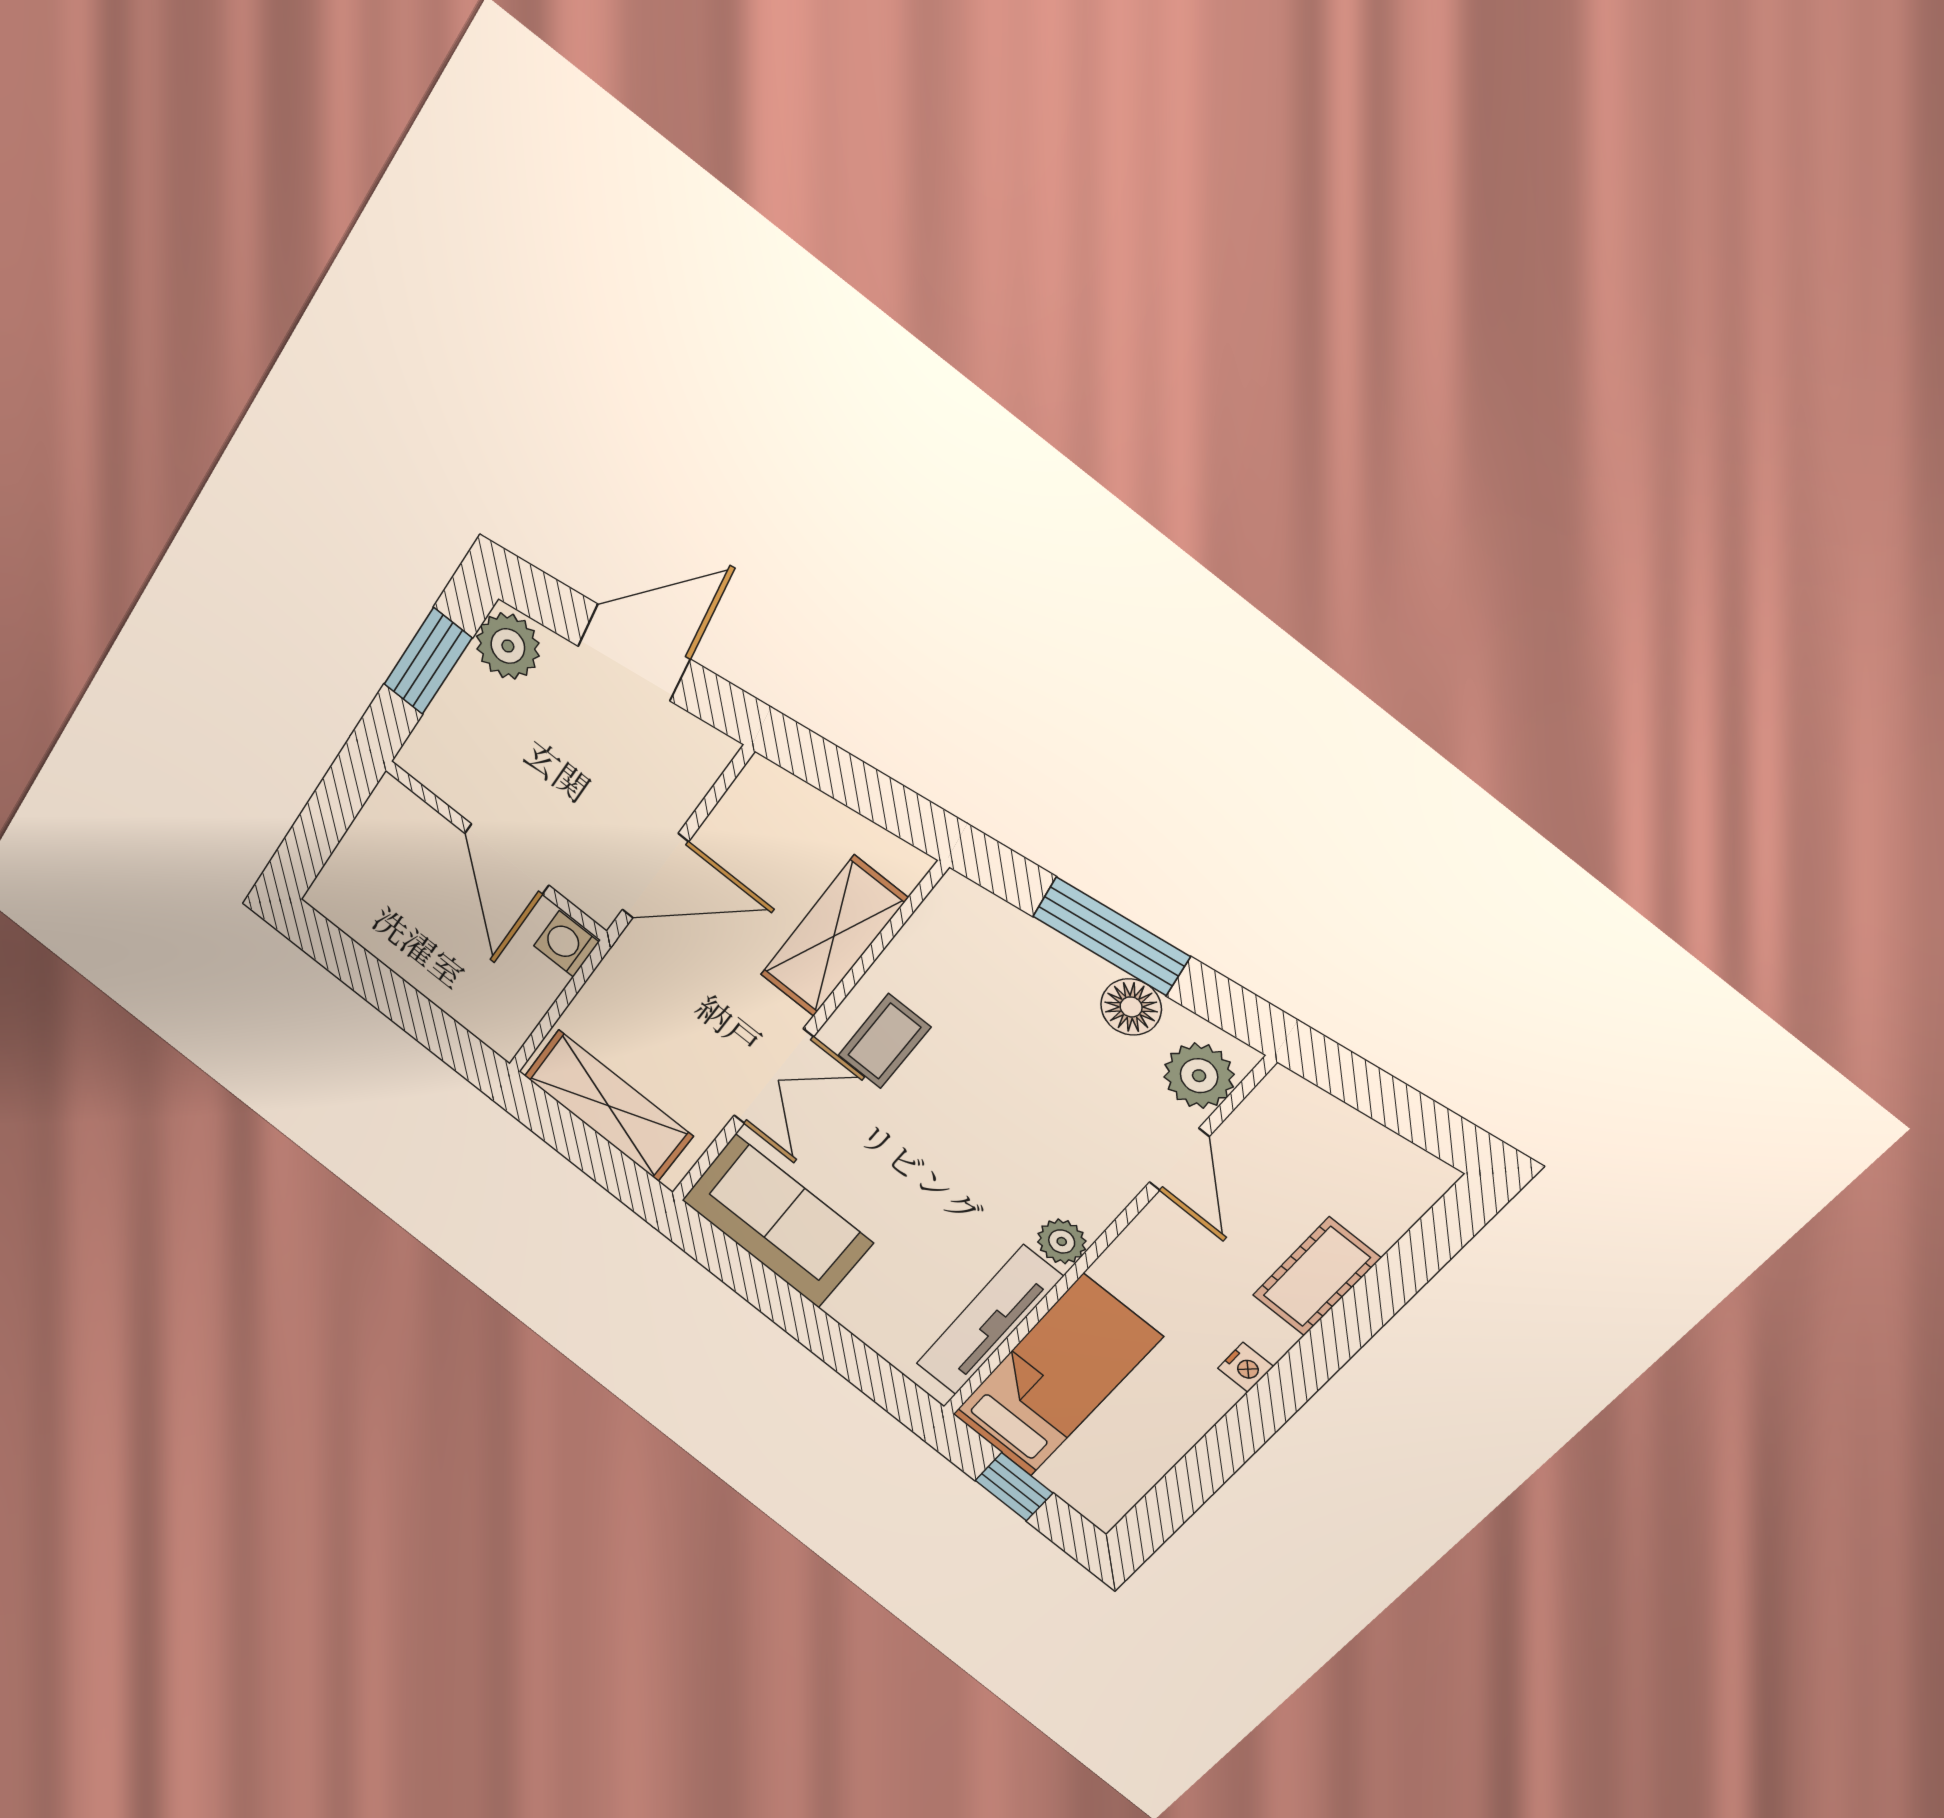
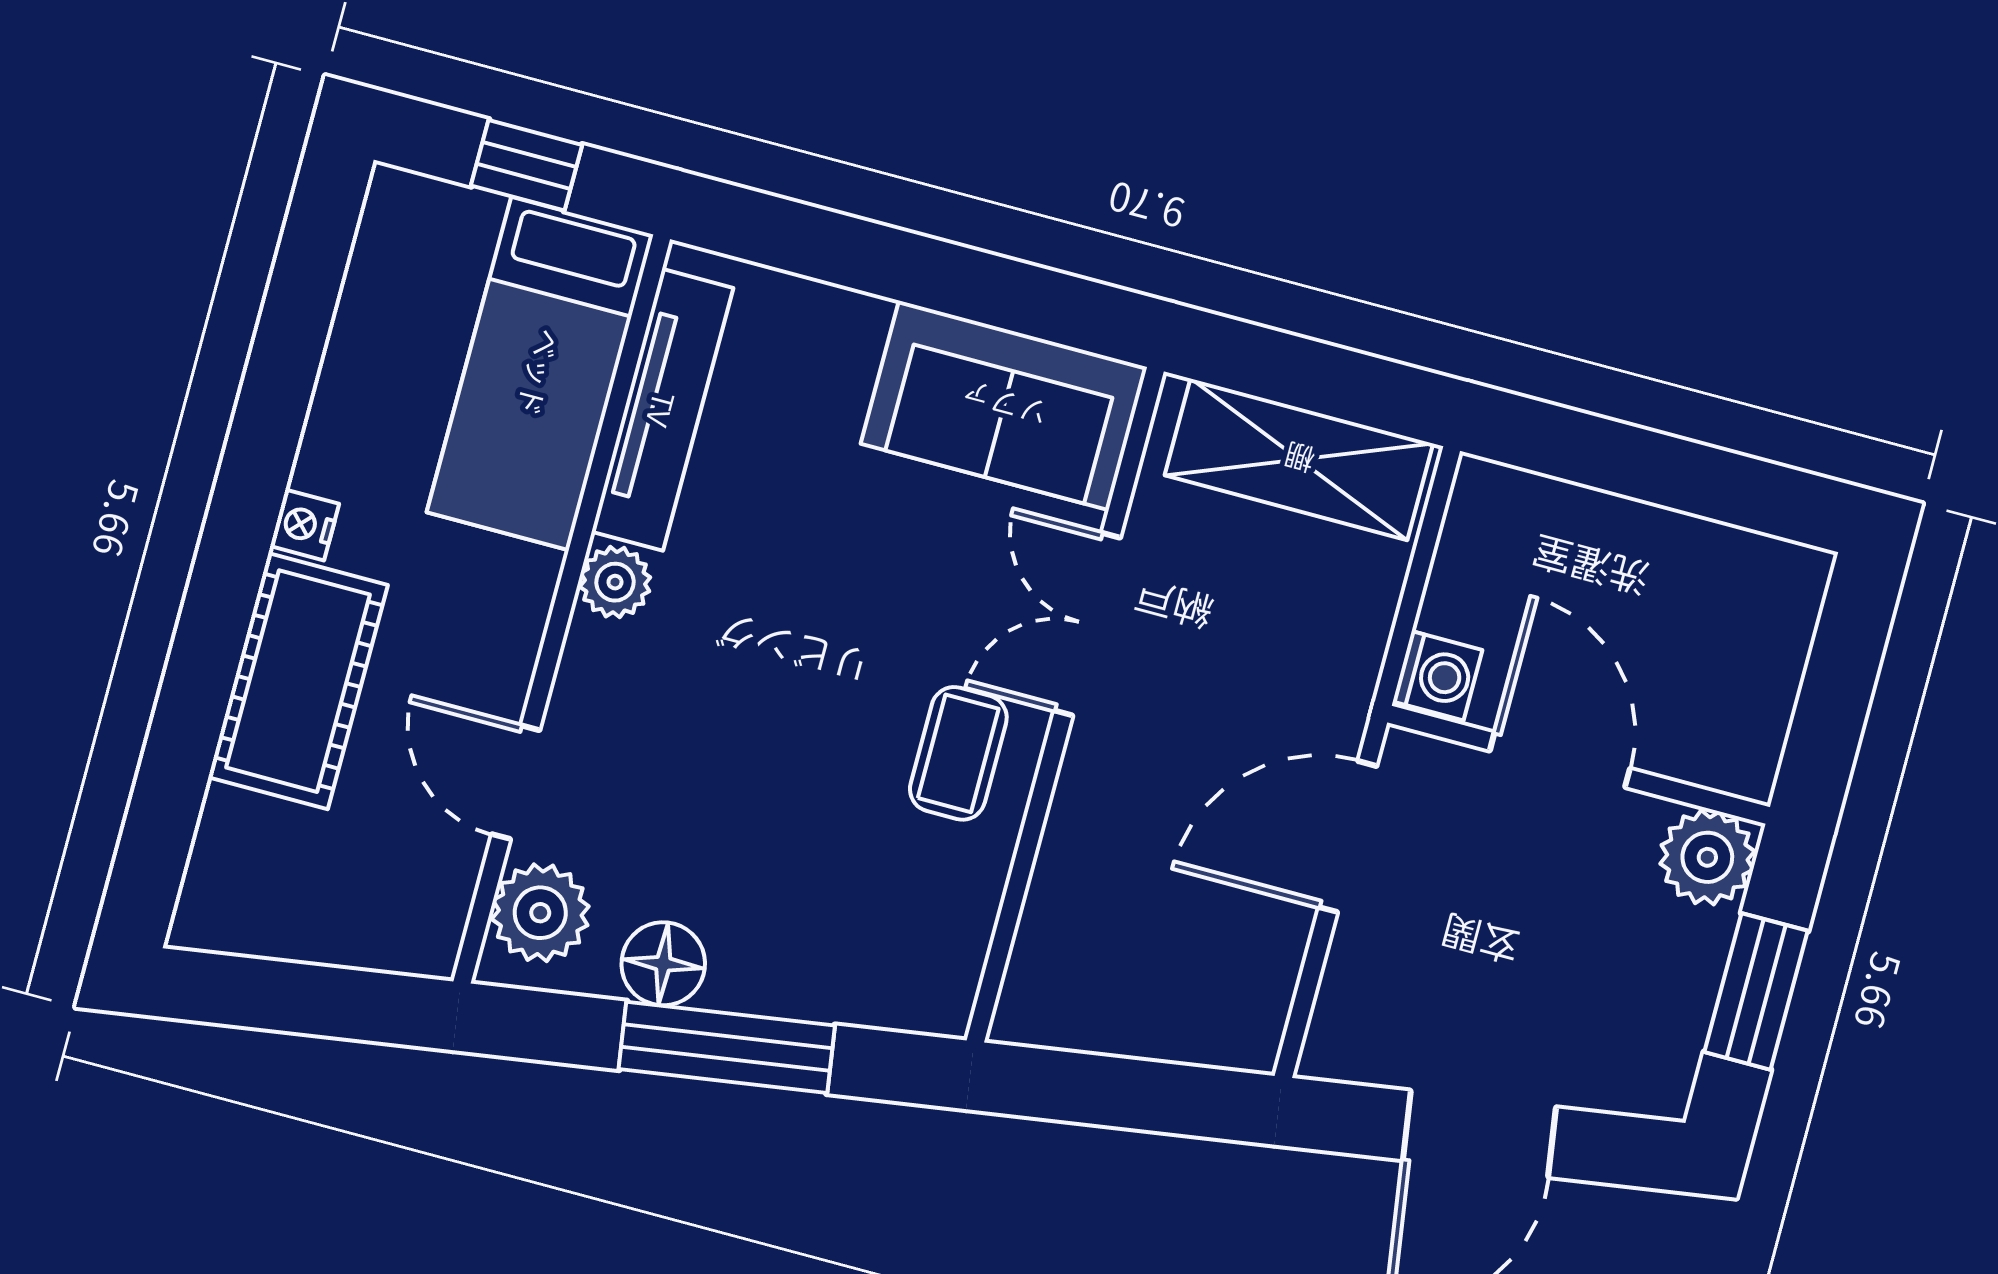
plant: (508, 646) -> (1707, 857), moved
shelving: (834, 936) -> (1080, 869), removed
cot: (1317, 1277) -> (298, 681), width x1.37, depth x1.34

